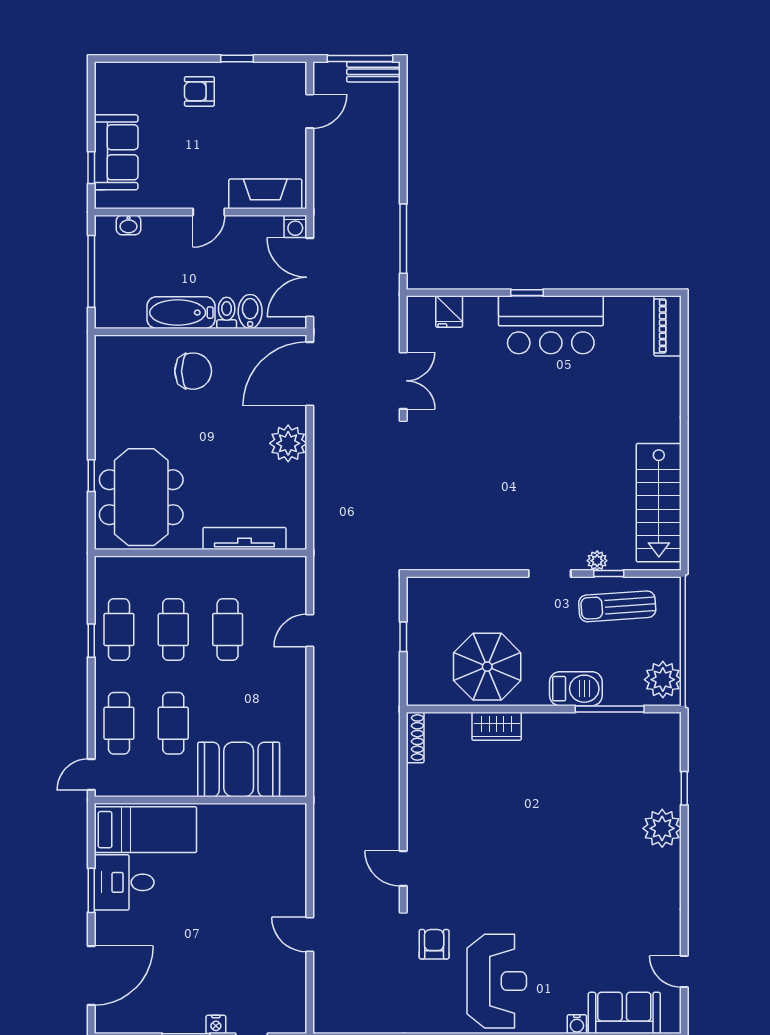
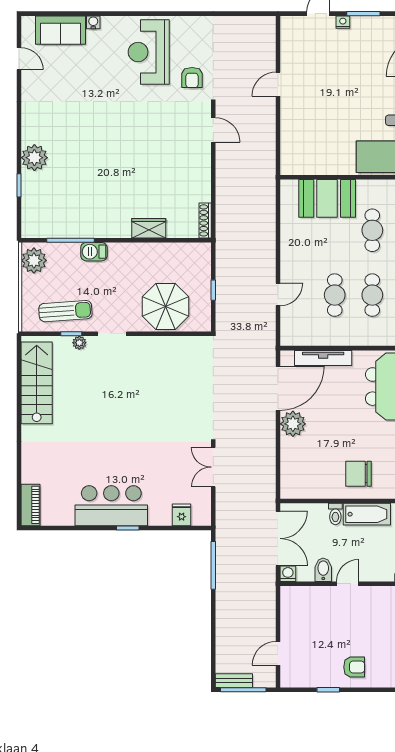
fireplace: (265, 194) -> (309, 596), removed
bidet: (250, 311) -> (323, 570), moved, turned 180
door: (310, 374) -> (278, 388), moved
parasol: (487, 667) -> (165, 306), moved
barbecue: (576, 689) -> (94, 252), width x0.73, depth x0.79
door: (310, 935) -> (278, 84), swing flipped

